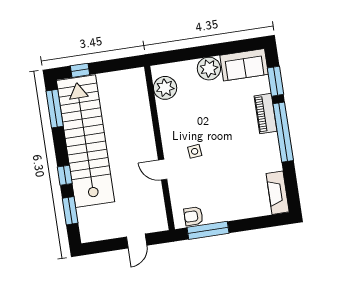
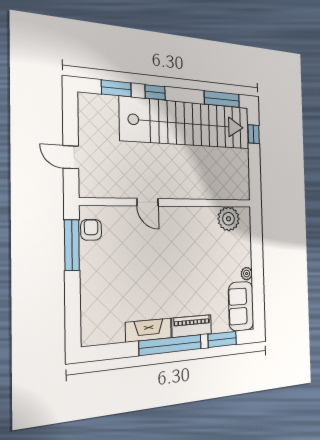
plant: (209, 69) -> (247, 274), width x0.53, depth x0.53
side table: (195, 151) -> (162, 241), removed
door: (163, 170) -> (148, 202), swing flipped
fireplace: (278, 193) -> (149, 330), moved

